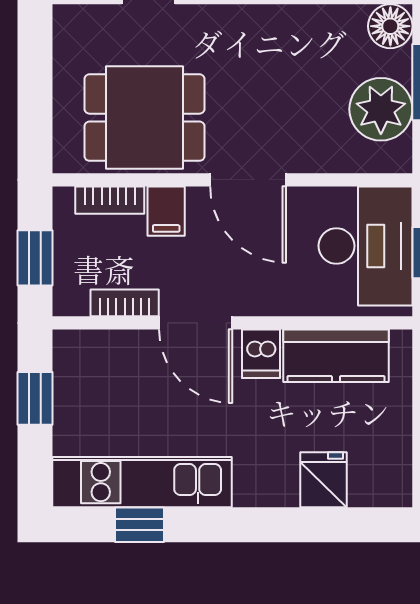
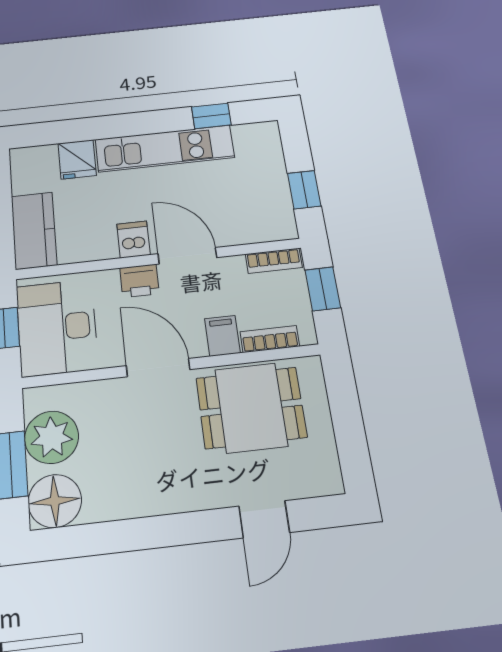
floor lamp: (390, 26) -> (55, 501), width x1.38, depth x1.38
printer: (259, 296) -> (139, 281), added
bookcase: (125, 303) -> (274, 261), moved
kitchen counter: (336, 356) -> (34, 230), moved, turned 90
kitchen unit: (142, 482) -> (165, 148), moved

